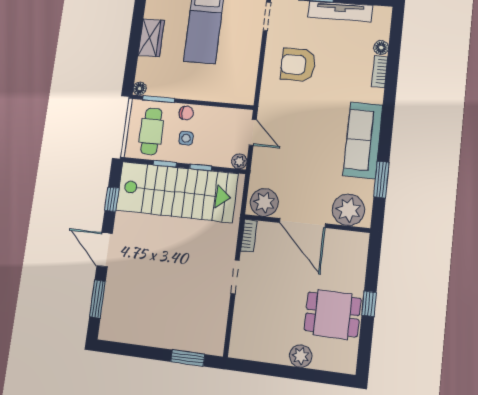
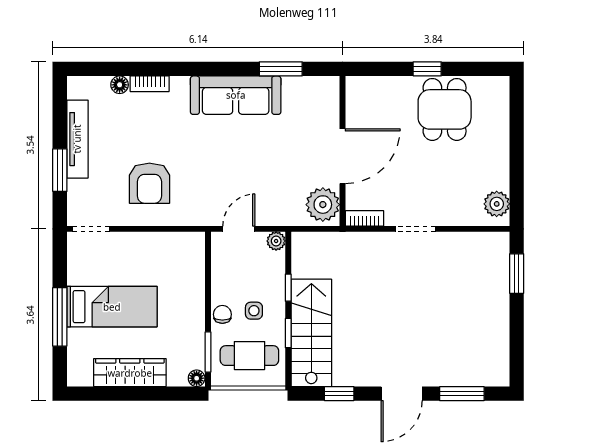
wardrobe: (151, 38) -> (130, 373), width x1.50
stairs: (177, 192) -> (311, 333), width x0.73, depth x0.66
plant: (348, 210) -> (321, 104), removed
plant: (301, 356) -> (497, 204), moved

